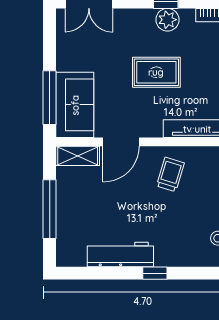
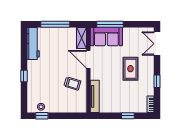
plant: (167, 20) -> (148, 82), removed
rug: (156, 72) -> (130, 69), moved
workbench: (120, 254) -> (33, 44), moved

